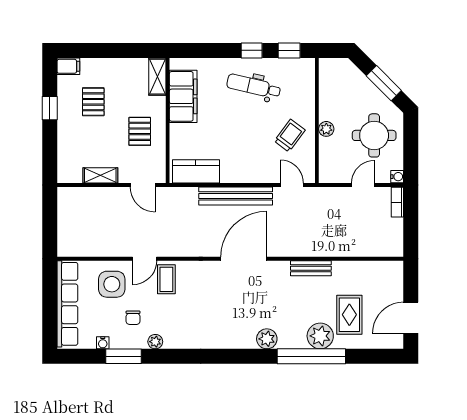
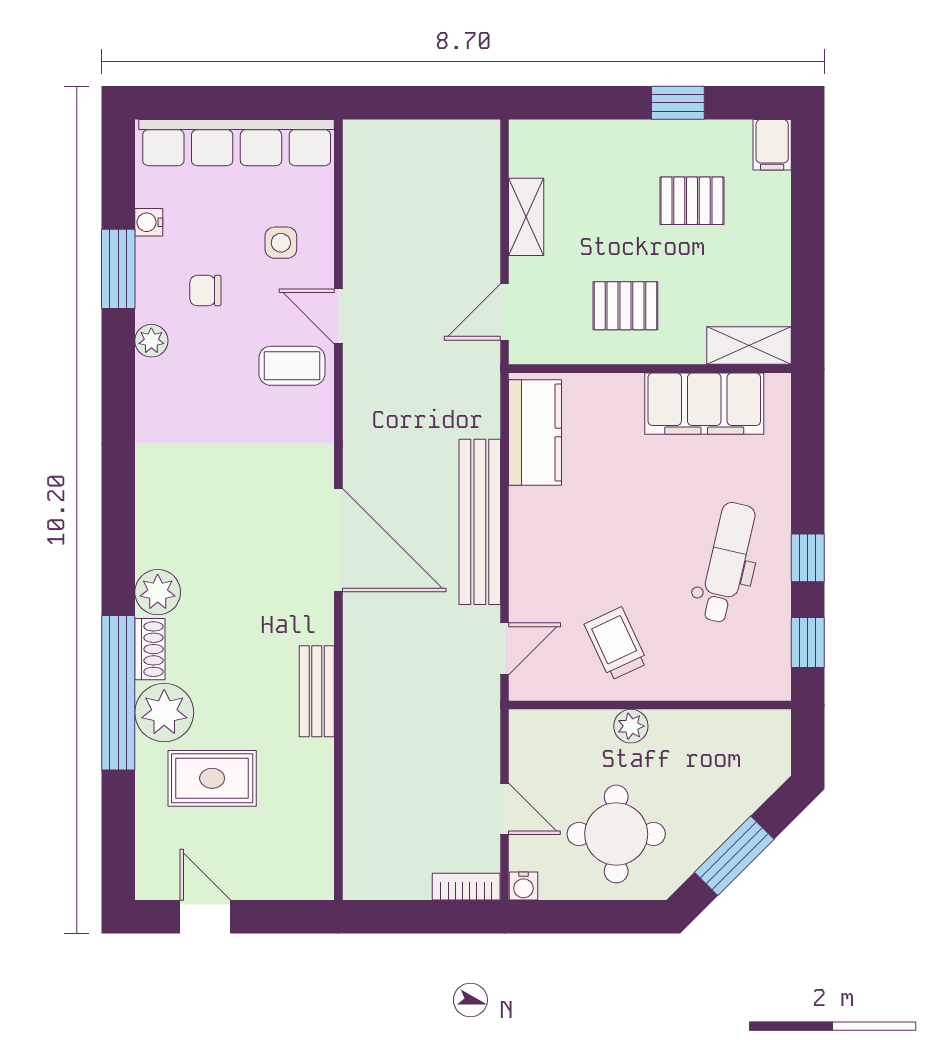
trolley: (290, 136) -> (616, 644), turned -152
side table: (112, 284) -> (281, 243), width x0.54, depth x0.54
door: (411, 318) -> (205, 917), width x0.73
shoe rack: (292, 342) -> (150, 649), added

